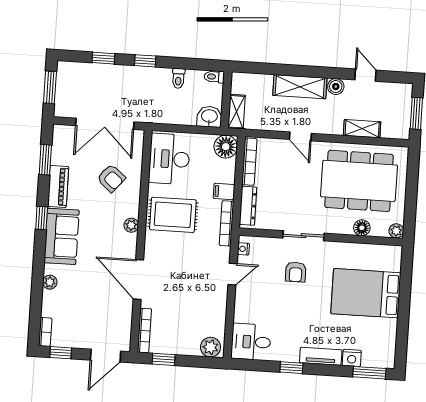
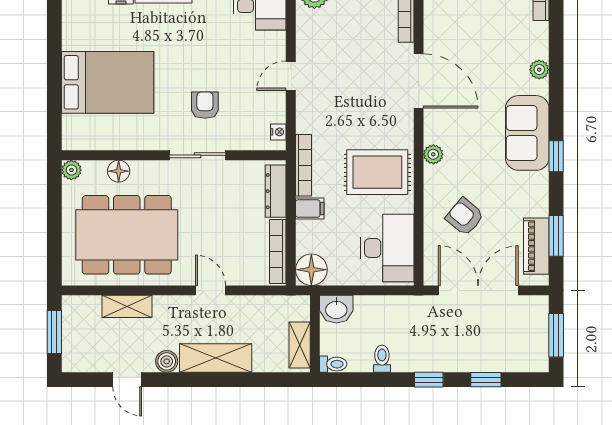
shelving: (237, 112) -> (300, 345), moved
piano: (58, 187) -> (536, 246), moved
door: (233, 274) -> (291, 76), moved

